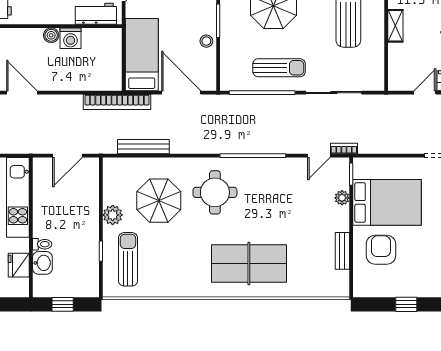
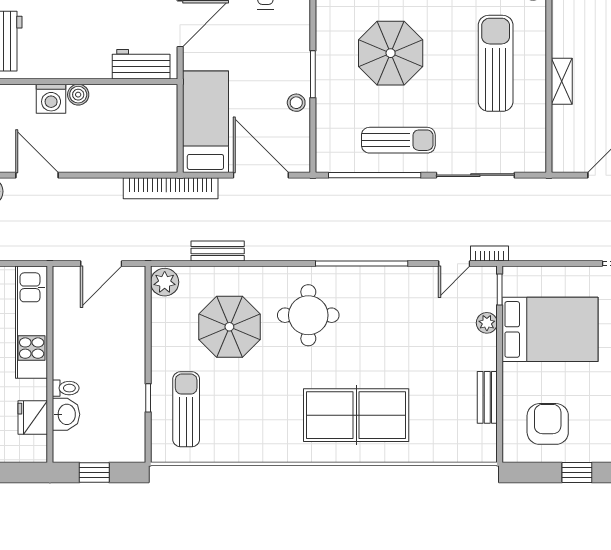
washing machine: (70, 38) -> (51, 99), moved
bench: (143, 147) -> (218, 251), width x0.73
plant: (113, 215) -> (165, 282), moved
armchair: (381, 250) -> (548, 424), moved

